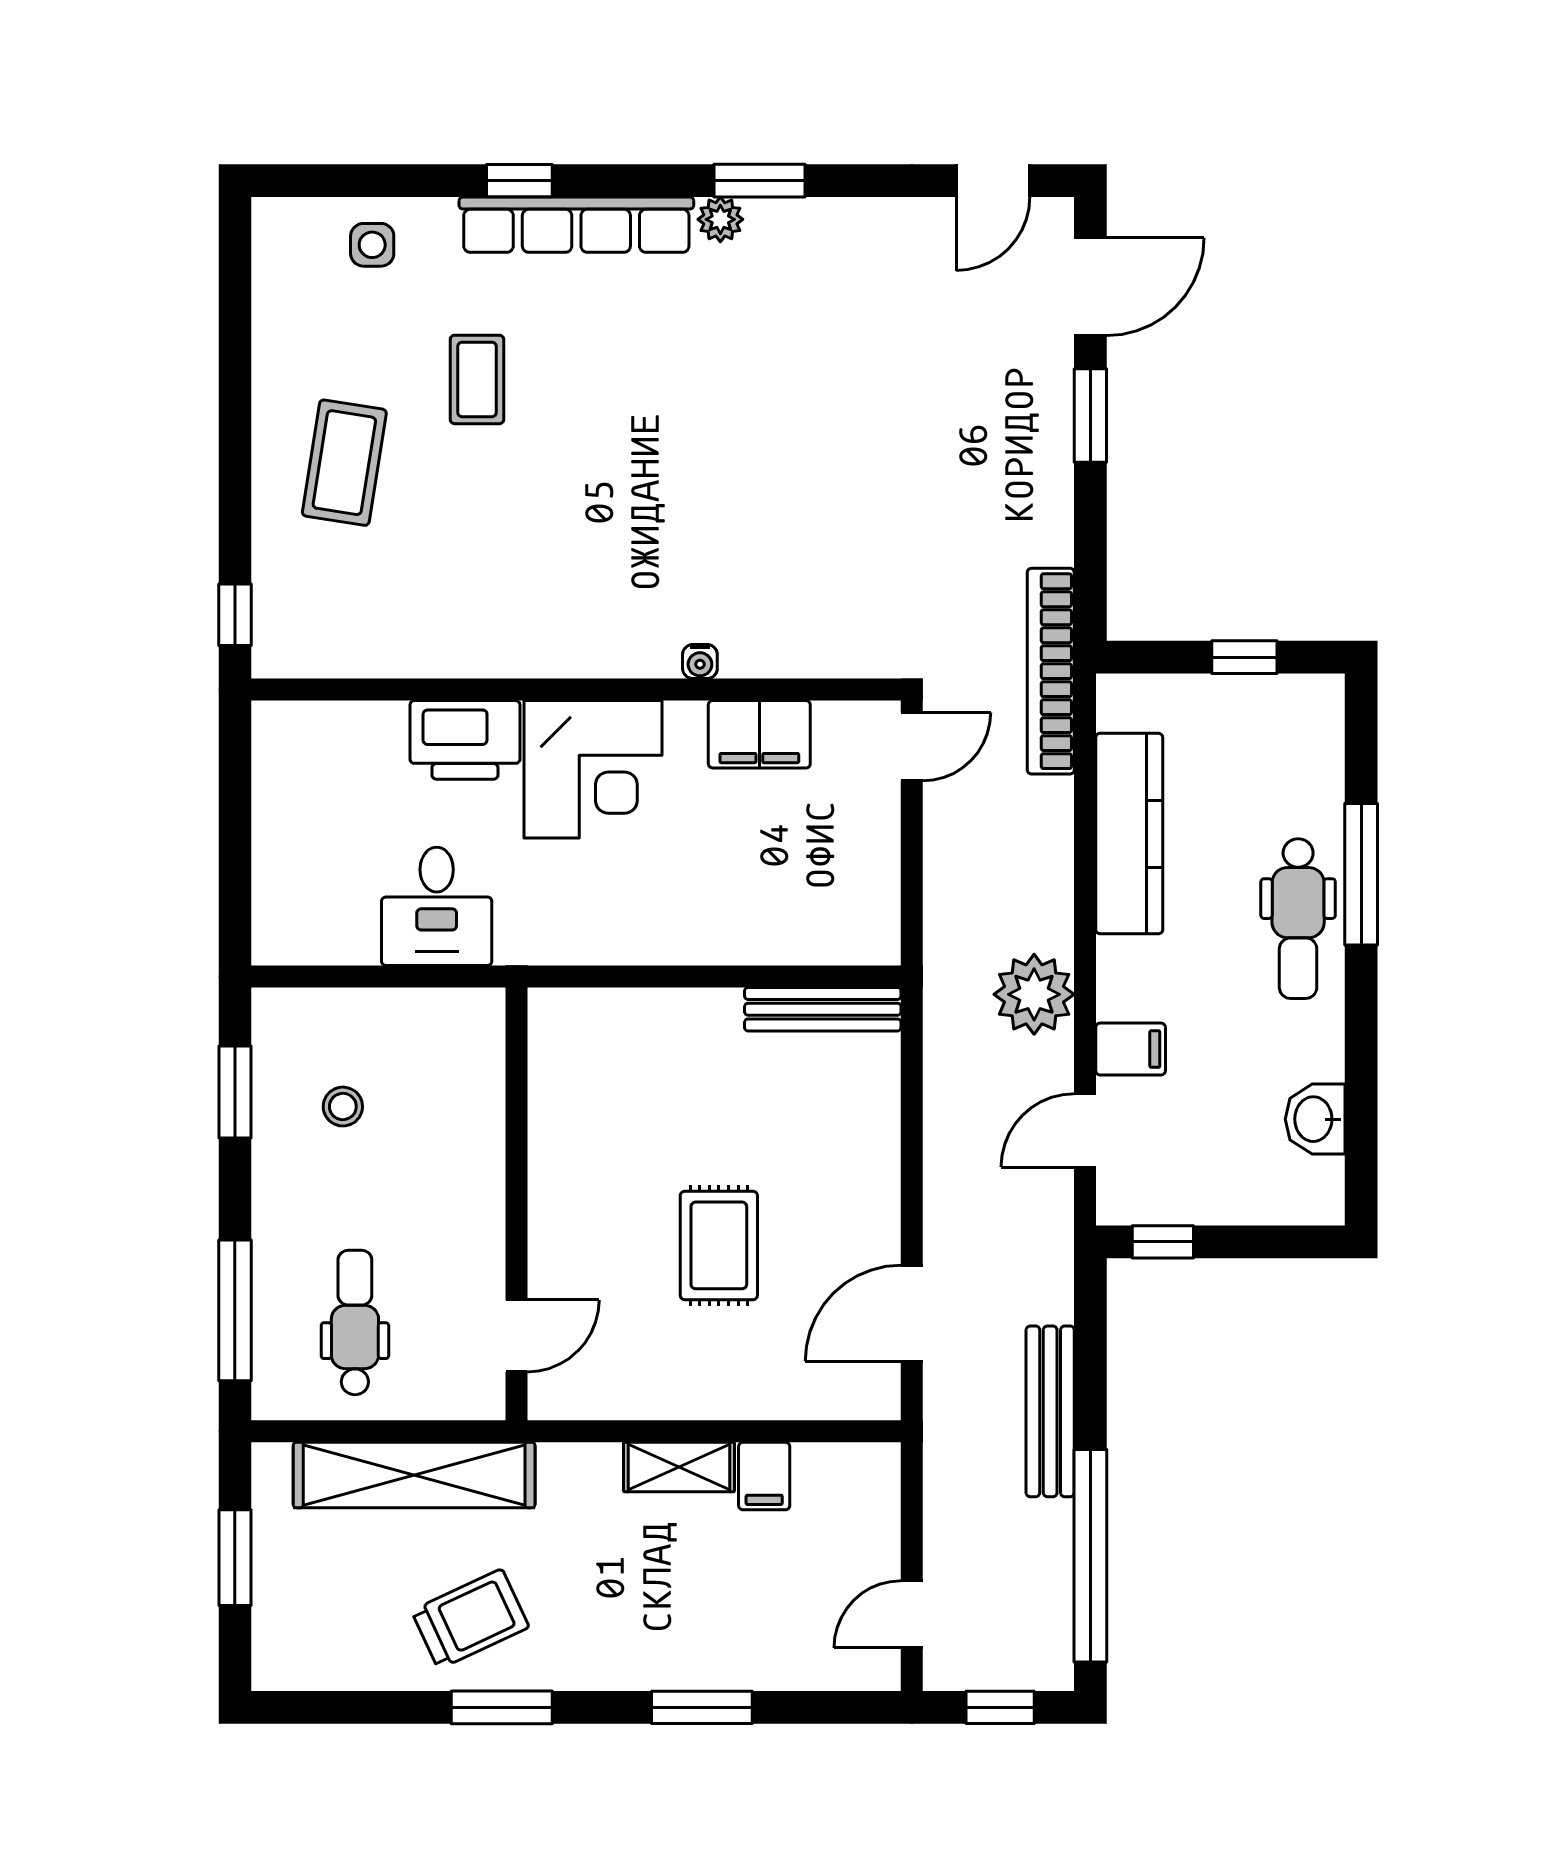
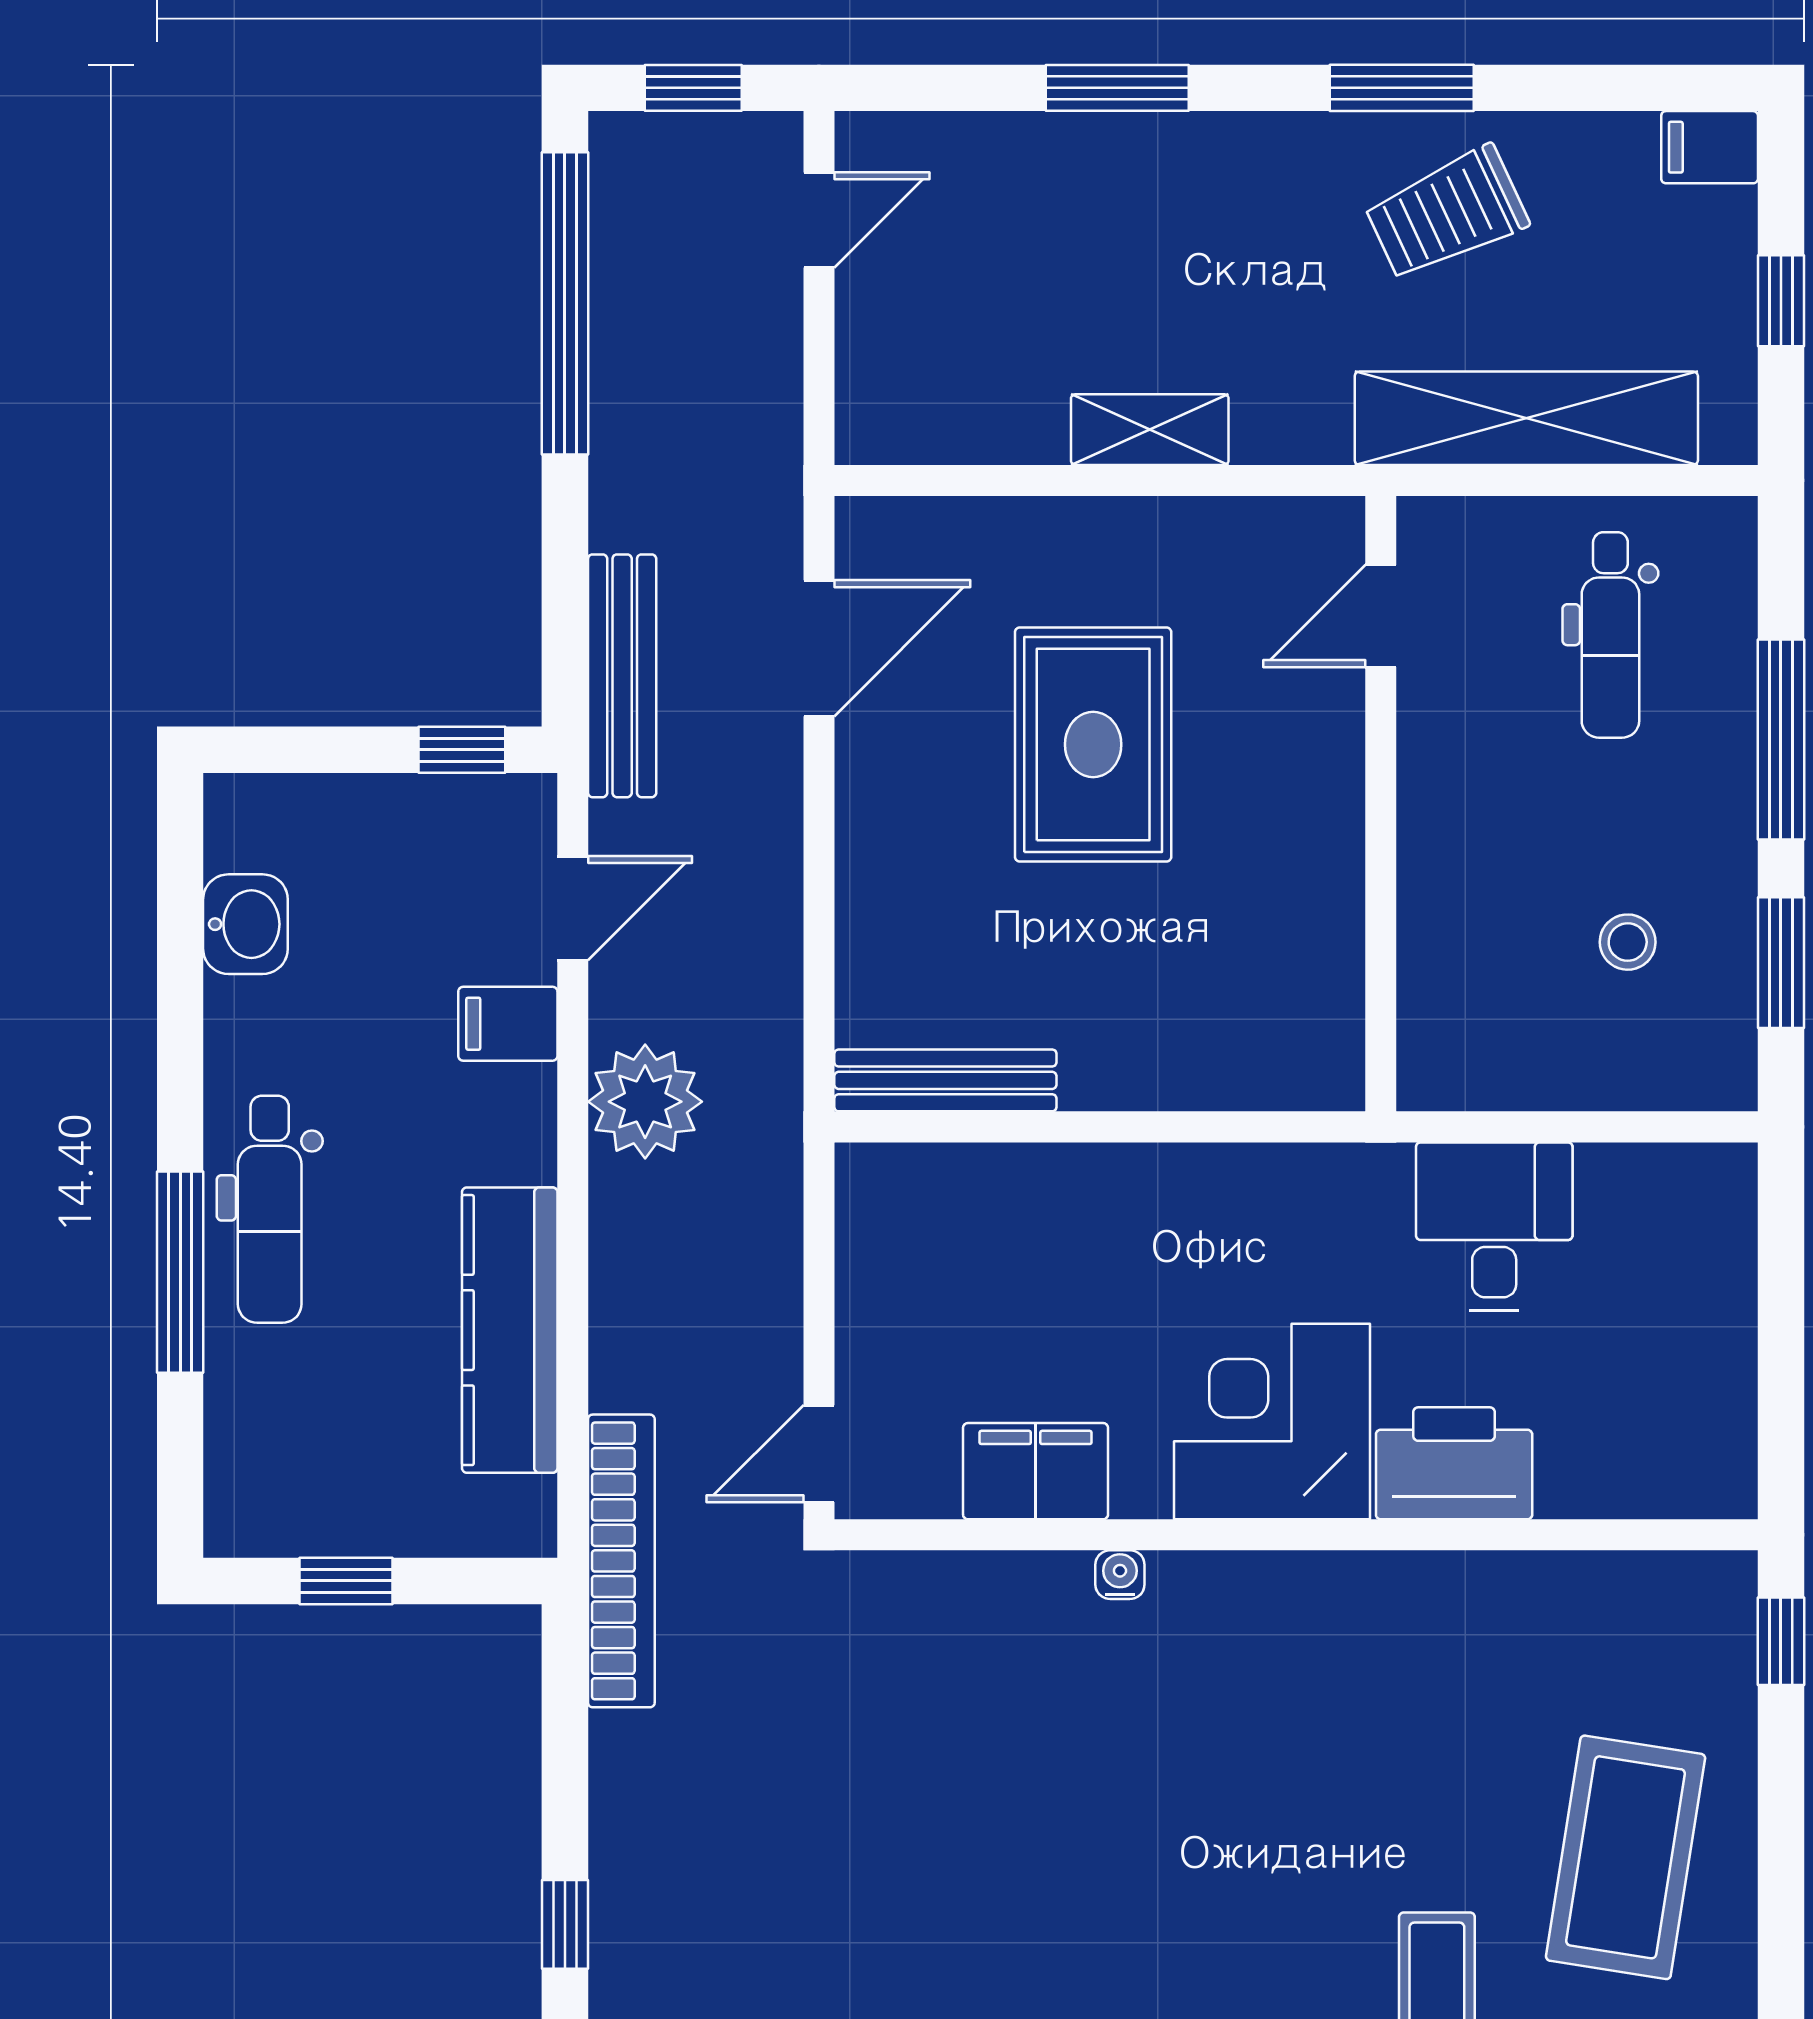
window: (1090, 416) -> (565, 1924), width x0.67
coffee table: (344, 463) -> (1626, 1857), width x1.36, depth x1.32
dental chair: (1298, 919) -> (270, 1209), turned 180
rug: (719, 1245) -> (1093, 744), width x1.36, depth x1.43
window: (235, 1310) -> (1781, 740), moved
bench: (1050, 1411) -> (622, 676), moved
filing cabinet: (764, 1476) -> (1710, 147), moved, turned -90
window: (235, 1558) -> (1781, 301), width x0.67

